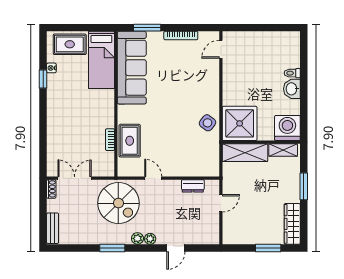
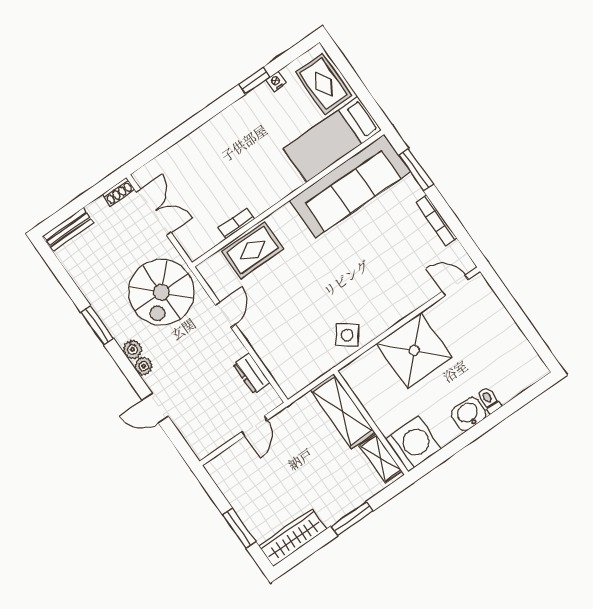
shower: (240, 123) -> (414, 350), moved
door: (221, 203) -> (255, 426), hinge flipped

